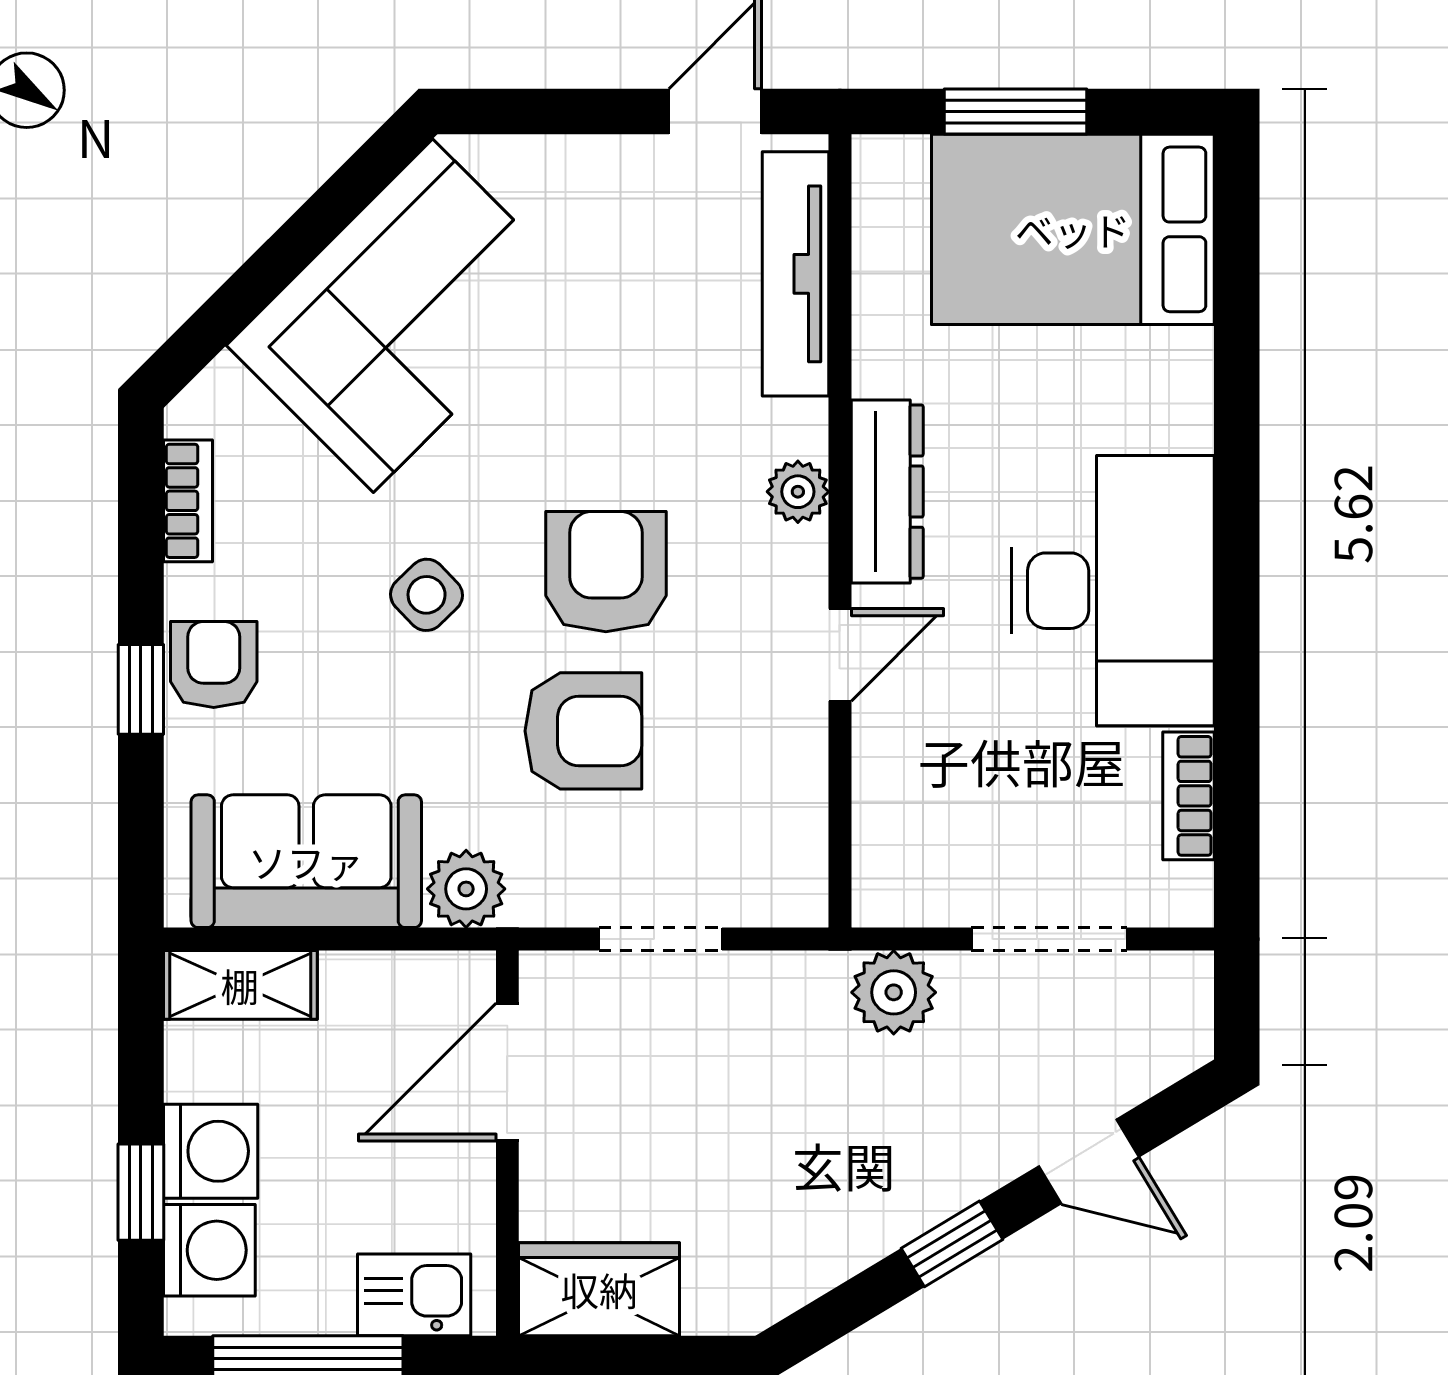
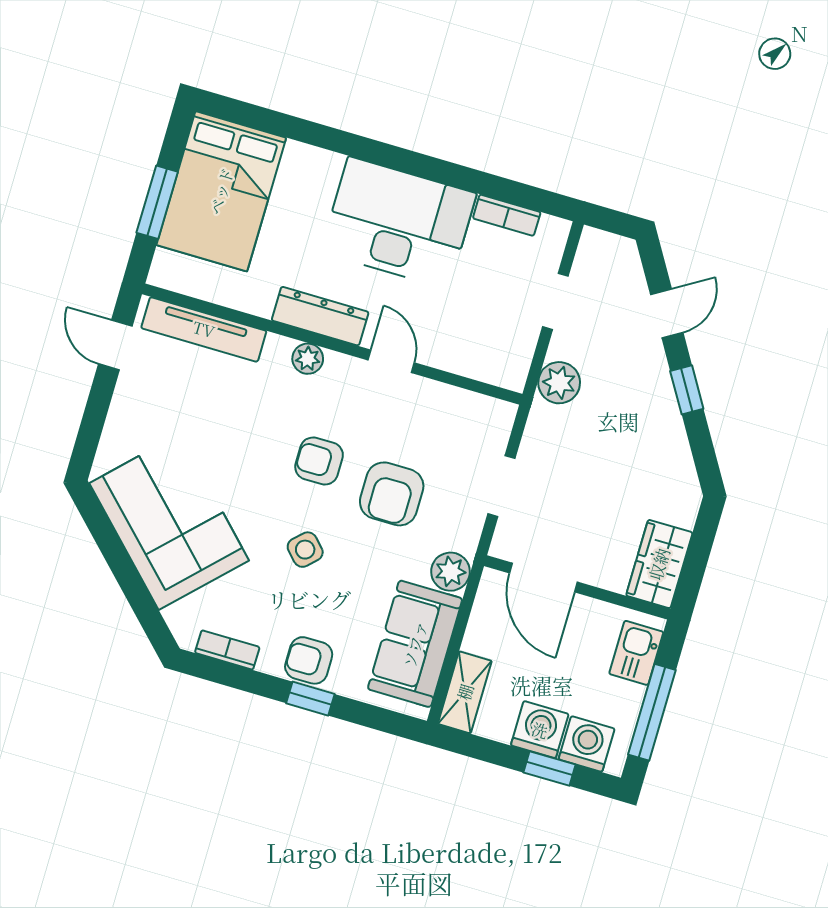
armchair: (606, 572) -> (319, 461), width x0.72, depth x0.72
armchair: (583, 731) -> (392, 494), turned 180
doorway: (1049, 939) -> (555, 301), width x0.73

